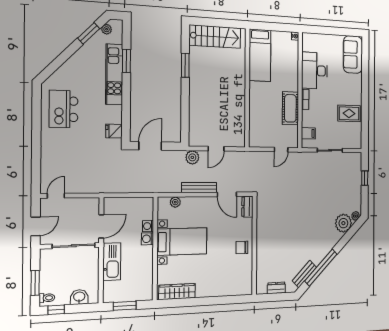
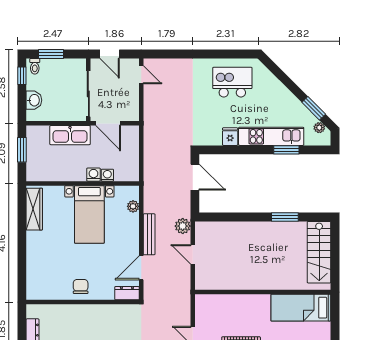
fridge: (114, 131) -> (230, 137), moved

